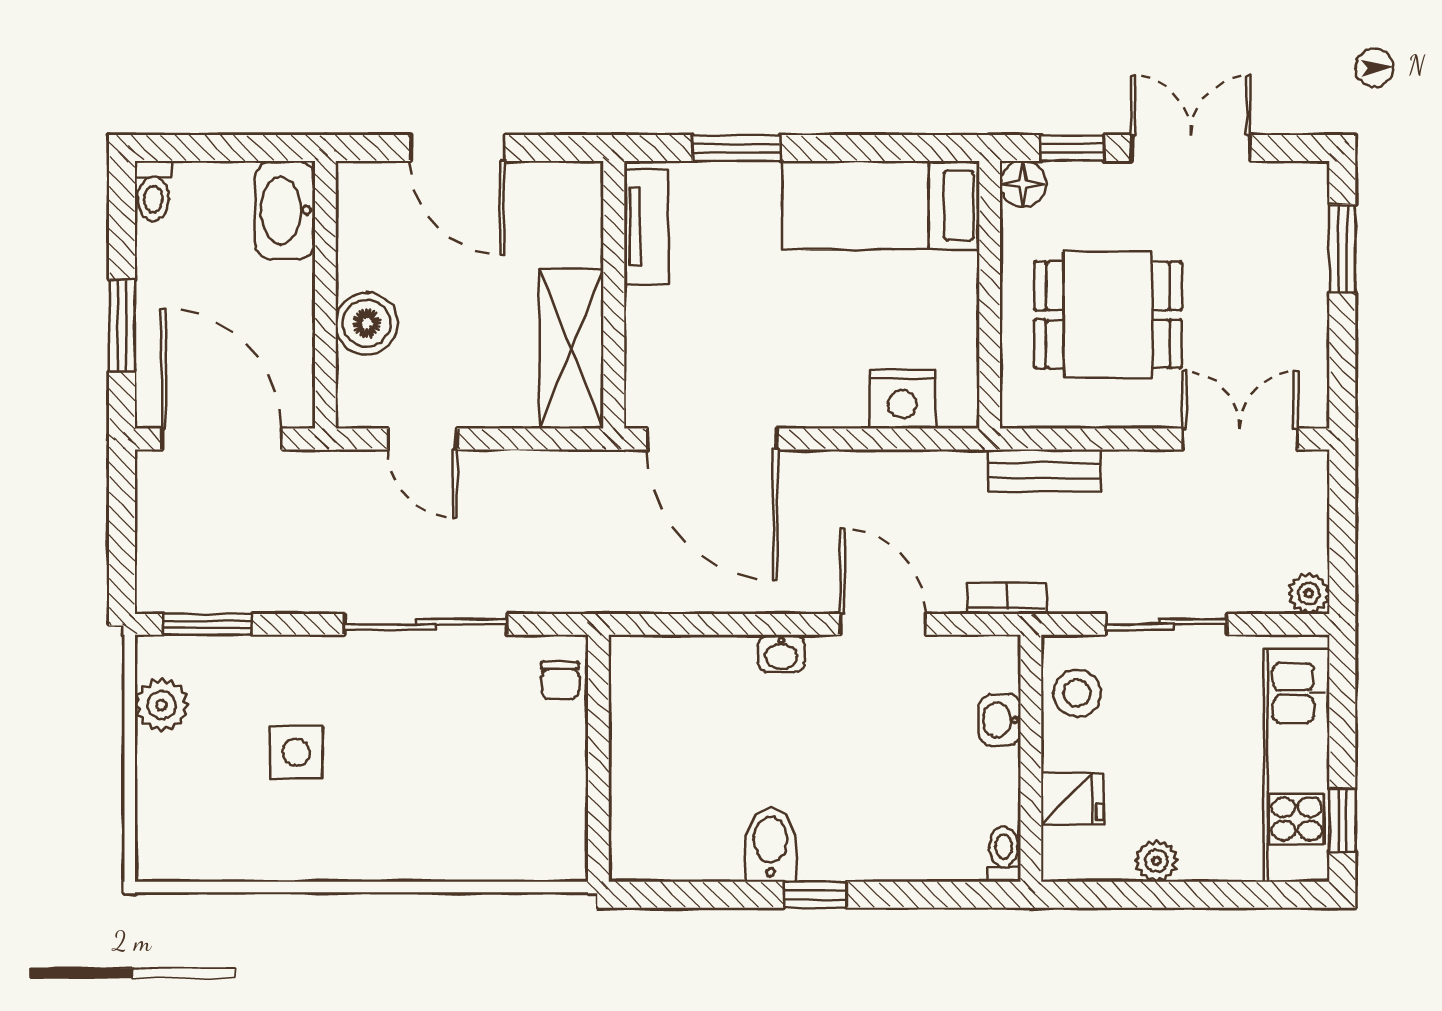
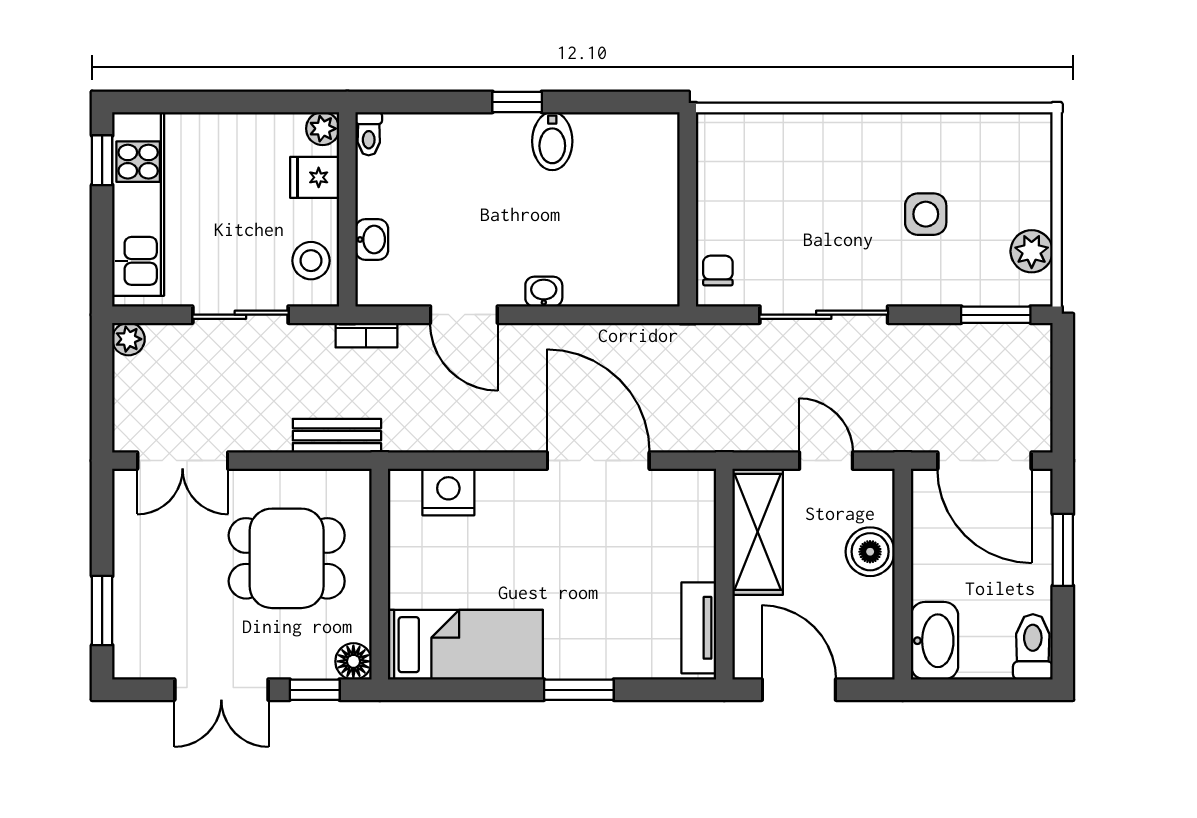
toilet: (153, 191) -> (1033, 647), width x1.37, depth x1.39
tv unit: (646, 227) -> (699, 628), moved
wall: (614, 295) -> (724, 574), moved
shelving: (571, 349) -> (758, 532), moved
plant: (1156, 861) -> (323, 129), moved

